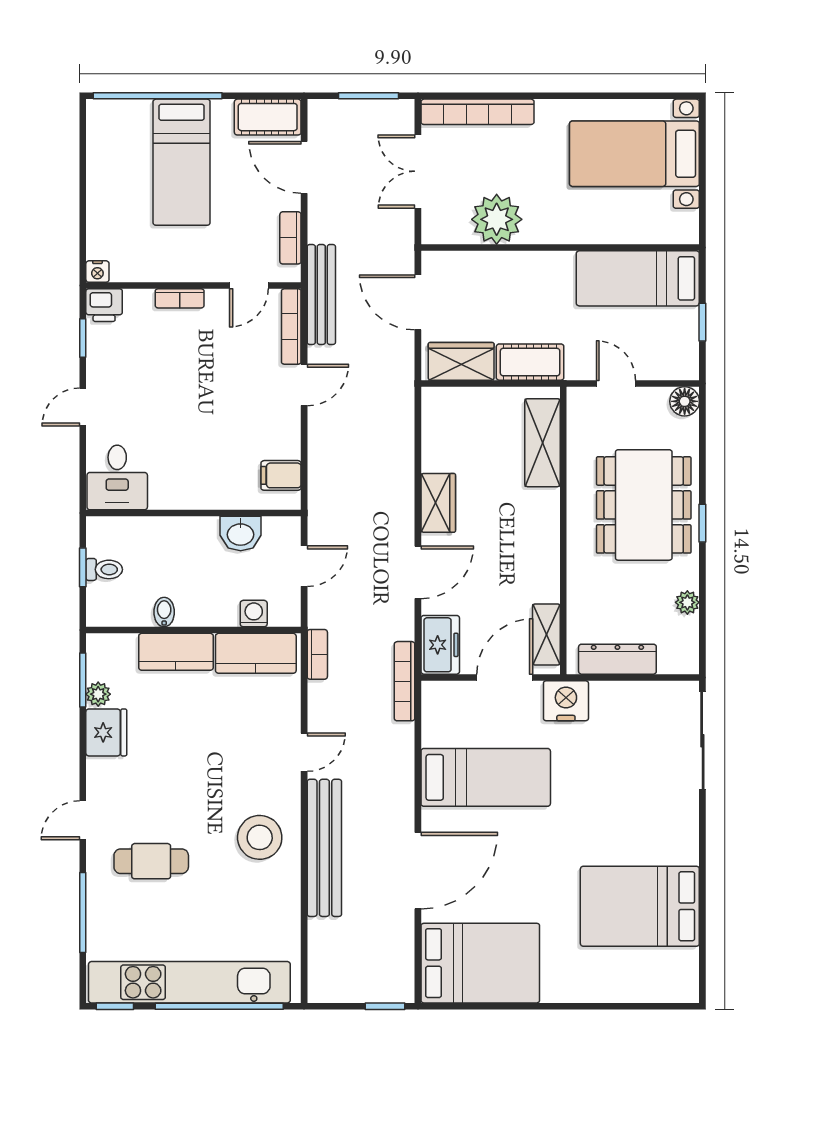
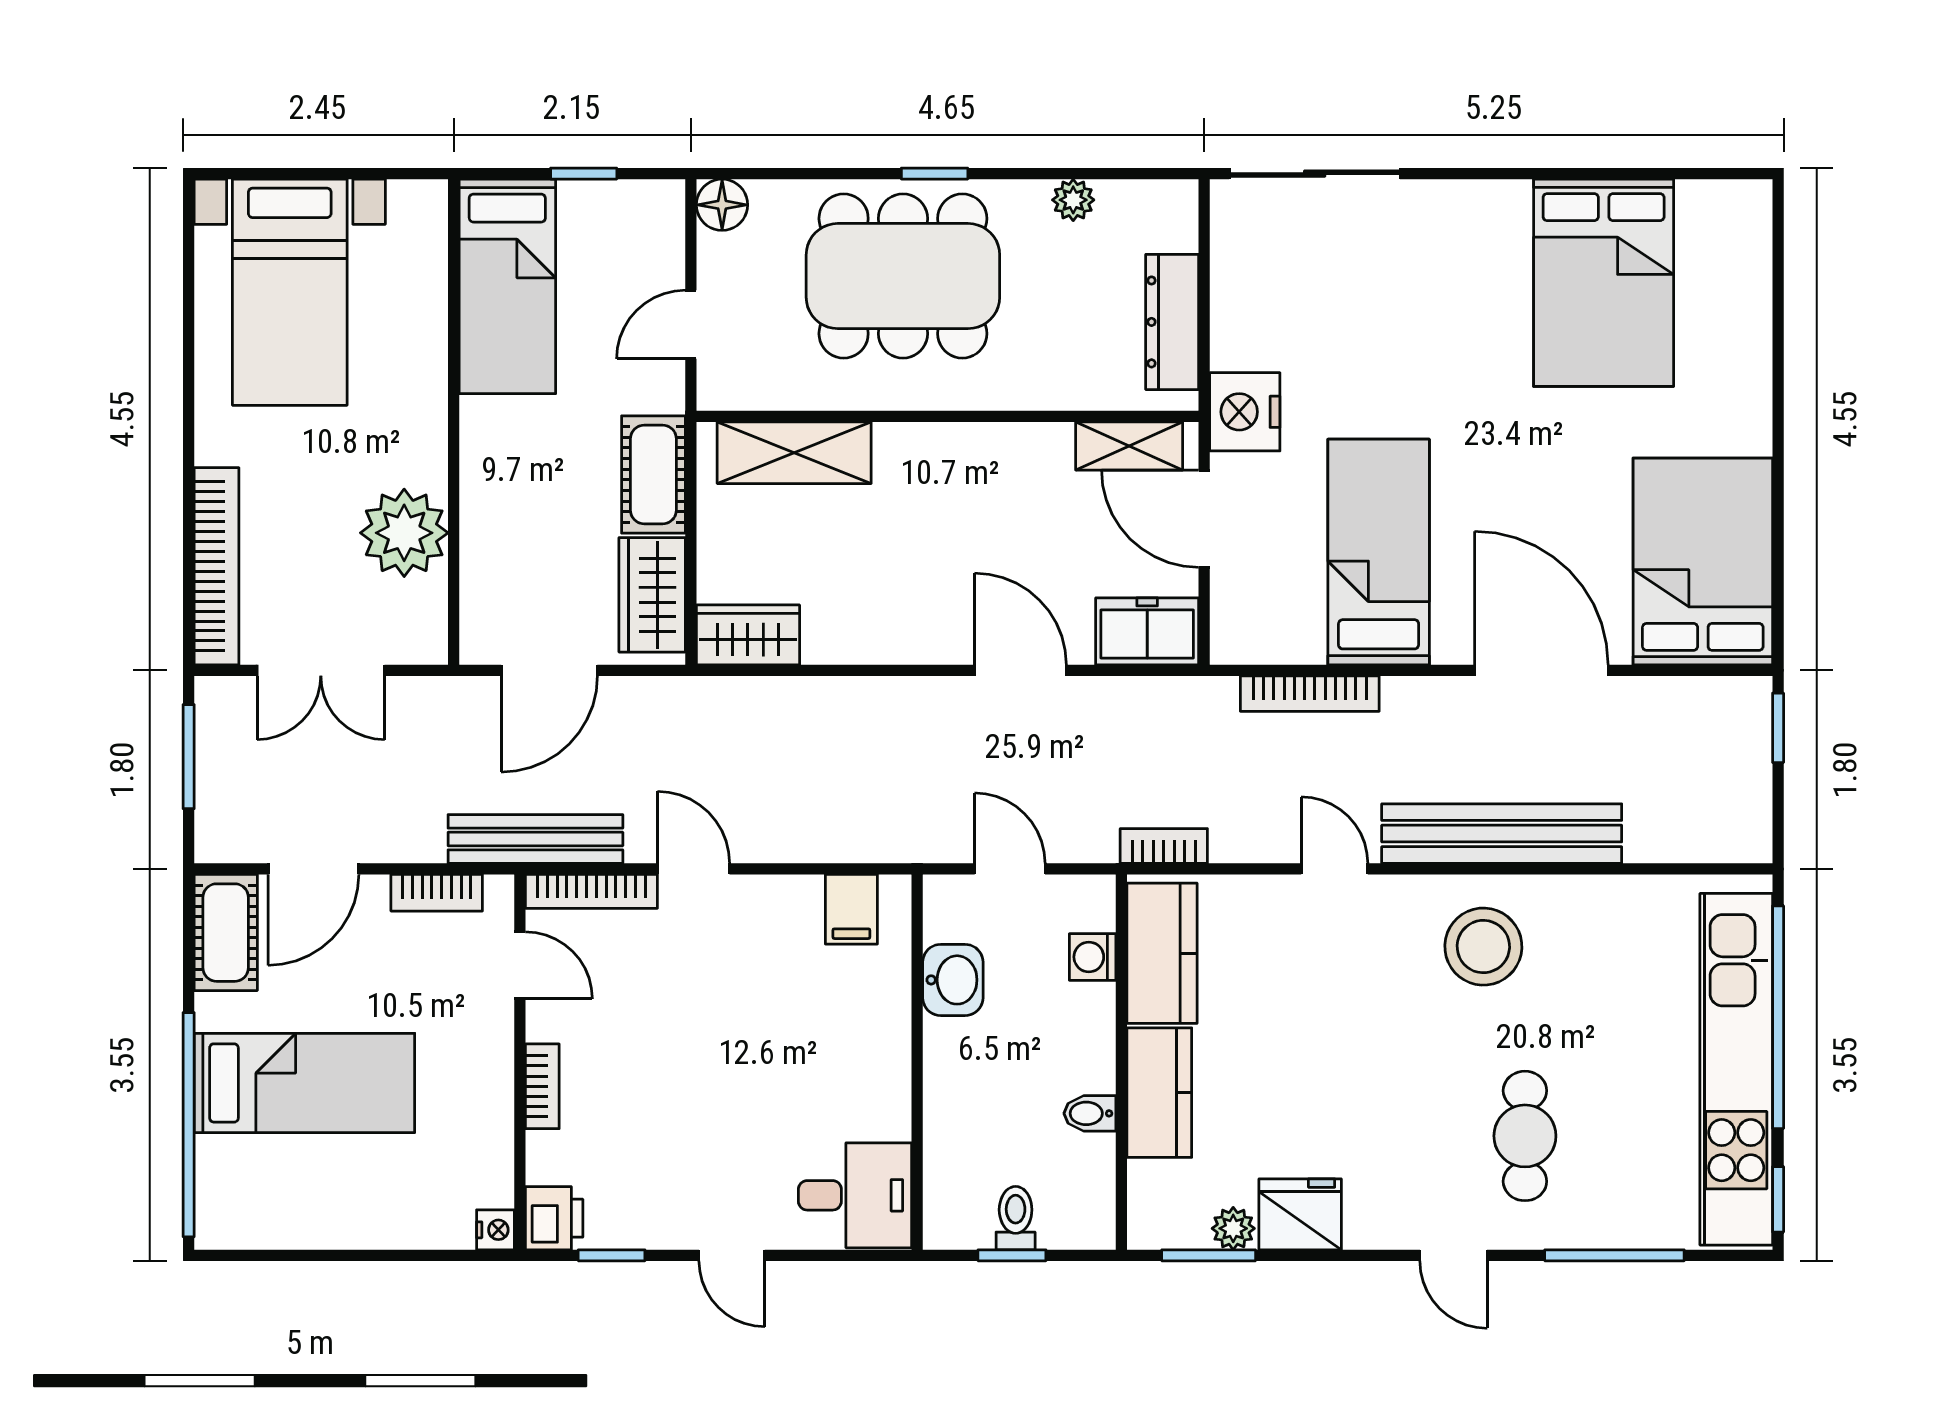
wardrobe: (438, 503) -> (748, 635), moved
bookcase: (405, 681) -> (1310, 694), moved

